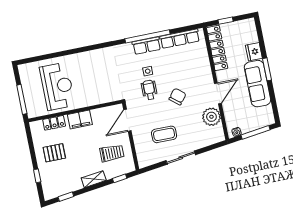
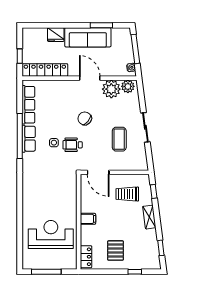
window: (267, 69) -> (101, 25), moved
window: (22, 99) -> (46, 272), moved
filing cabinet: (80, 120) -> (88, 219), width x0.50
locker: (54, 123) -> (86, 257), moved
plant: (217, 132) -> (128, 86), added
trolley: (112, 153) -> (127, 194), turned -90

